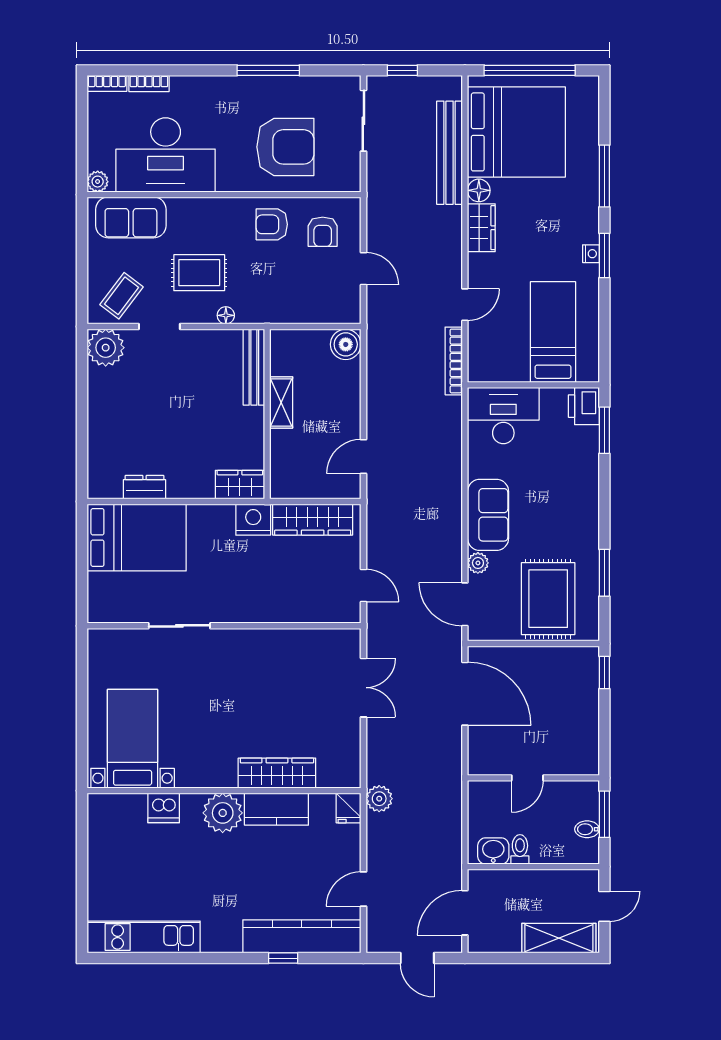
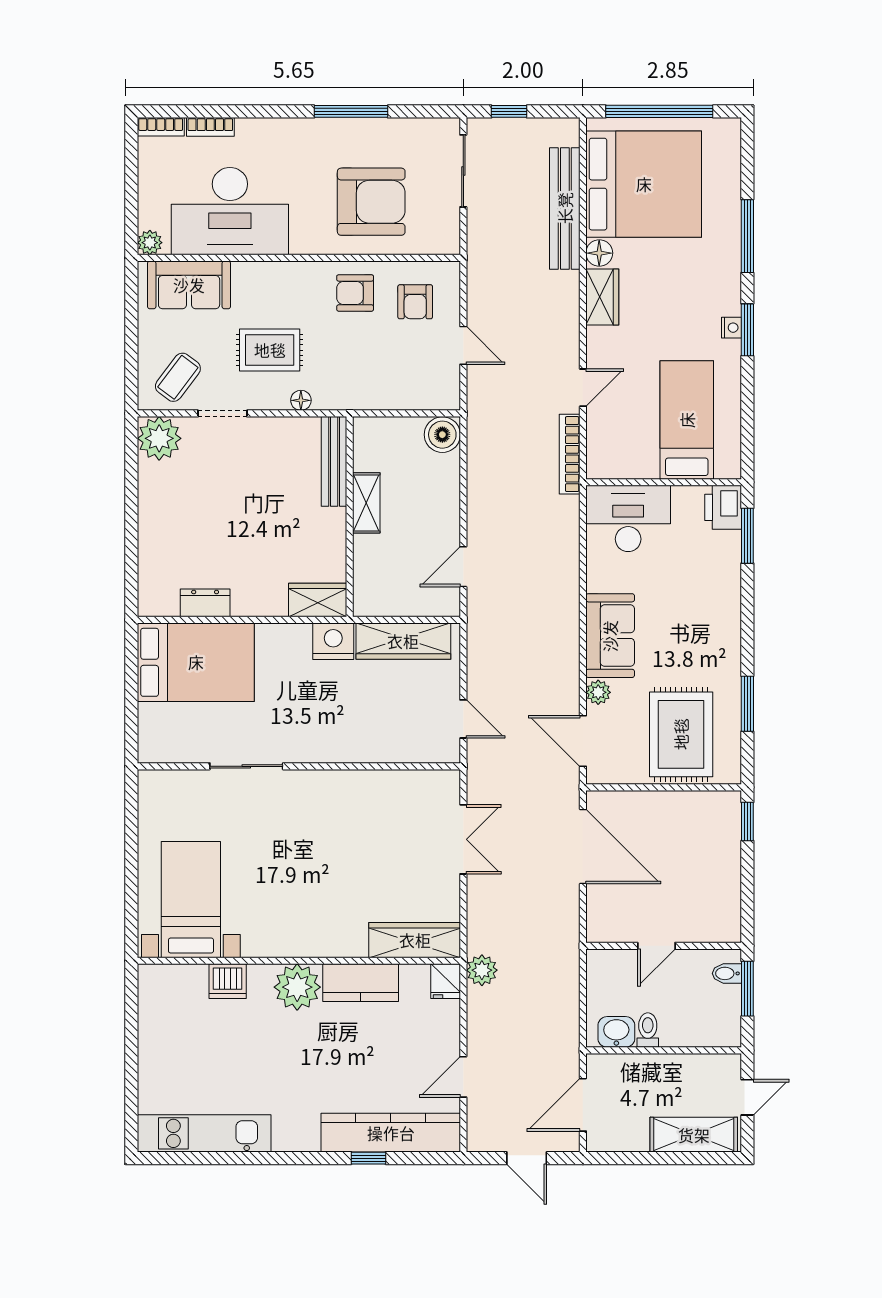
wardrobe: (277, 773) -> (415, 940), moved
bidet: (587, 829) -> (727, 973), moved

